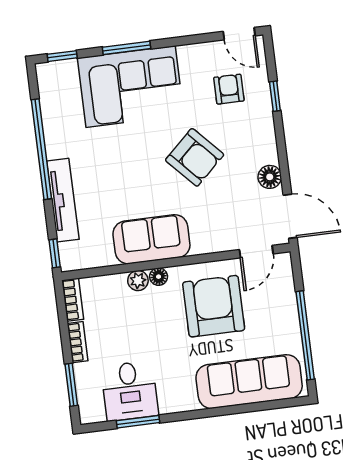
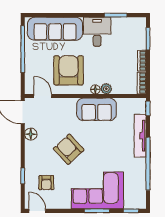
door: (256, 252) -> (43, 96), hinge flipped
armchair: (214, 306) -> (68, 70), turned 180
desk: (130, 391) -> (97, 32), moved

